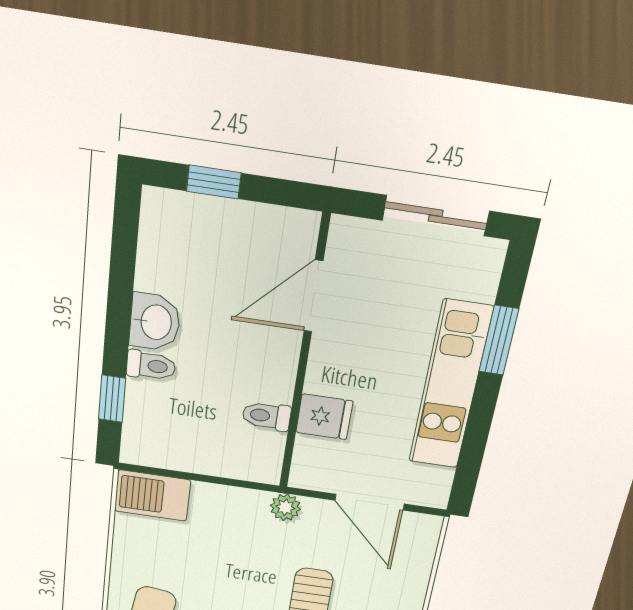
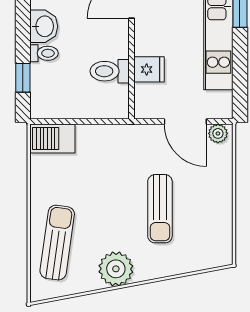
toilet: (266, 416) -> (110, 71), width x1.37, depth x1.39
plant: (285, 507) -> (218, 133), moved

